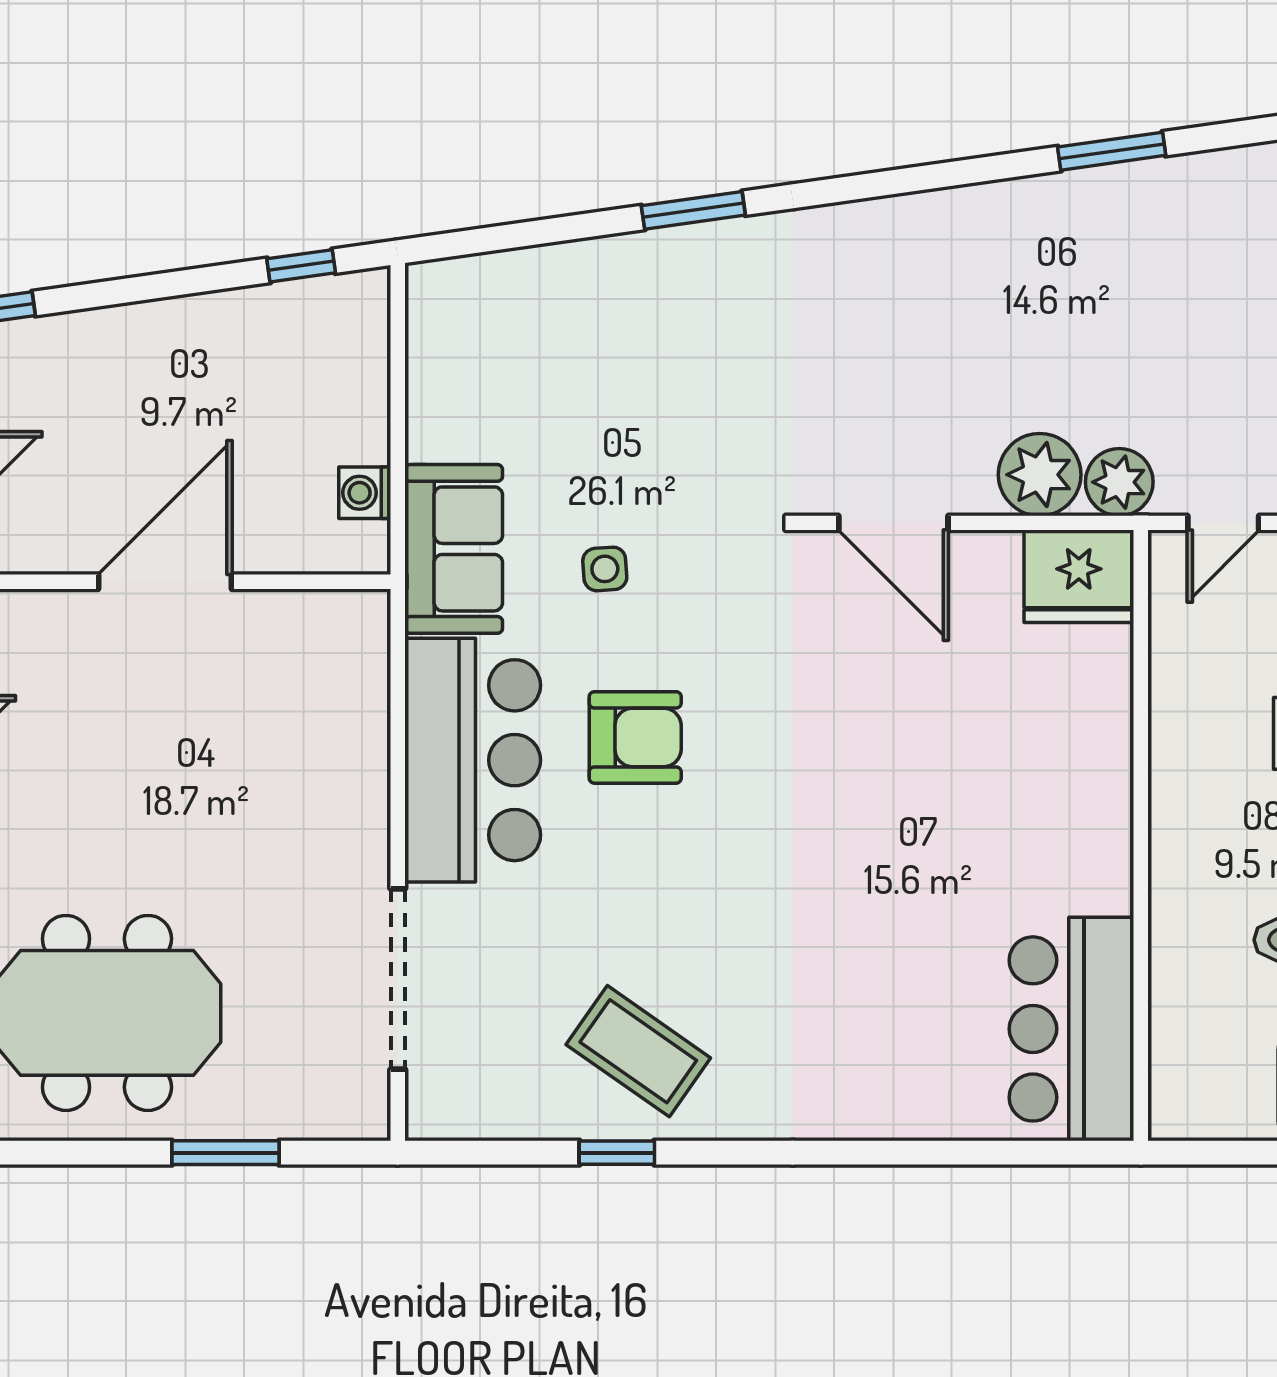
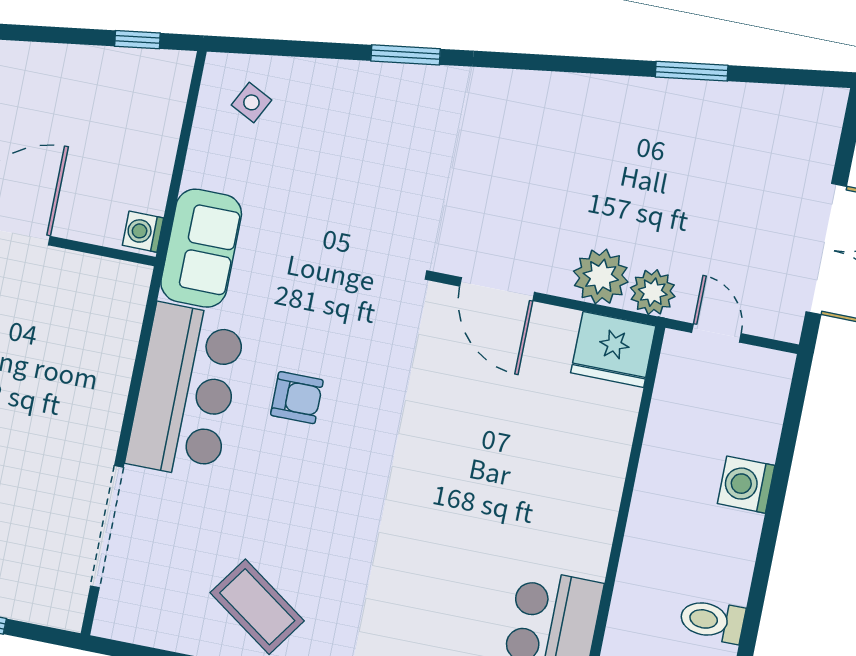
washing machine: (365, 493) -> (143, 232), moved
door: (1223, 523) -> (716, 333), swing flipped
side table: (605, 569) -> (251, 102), moved, turned 31
armchair: (635, 737) -> (297, 398), width x0.72, depth x0.72

